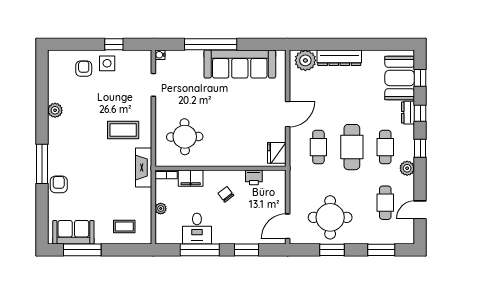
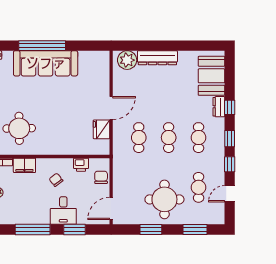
sofa: (240, 64) -> (46, 63), moved
window: (420, 78) -> (230, 164), moved
cafe table: (352, 147) -> (169, 138), width x0.73, depth x0.74
fridge: (277, 153) -> (101, 129), moved
plant: (407, 168) -> (218, 157), removed
chair: (276, 191) -> (101, 177), added
round table: (330, 217) -> (164, 199), moved
desk: (197, 229) -> (63, 211), moved

